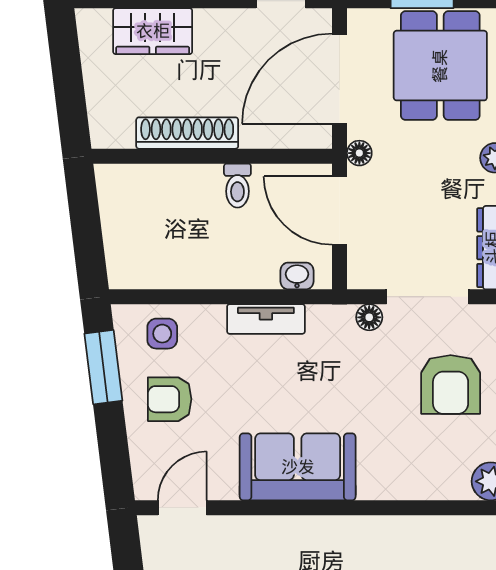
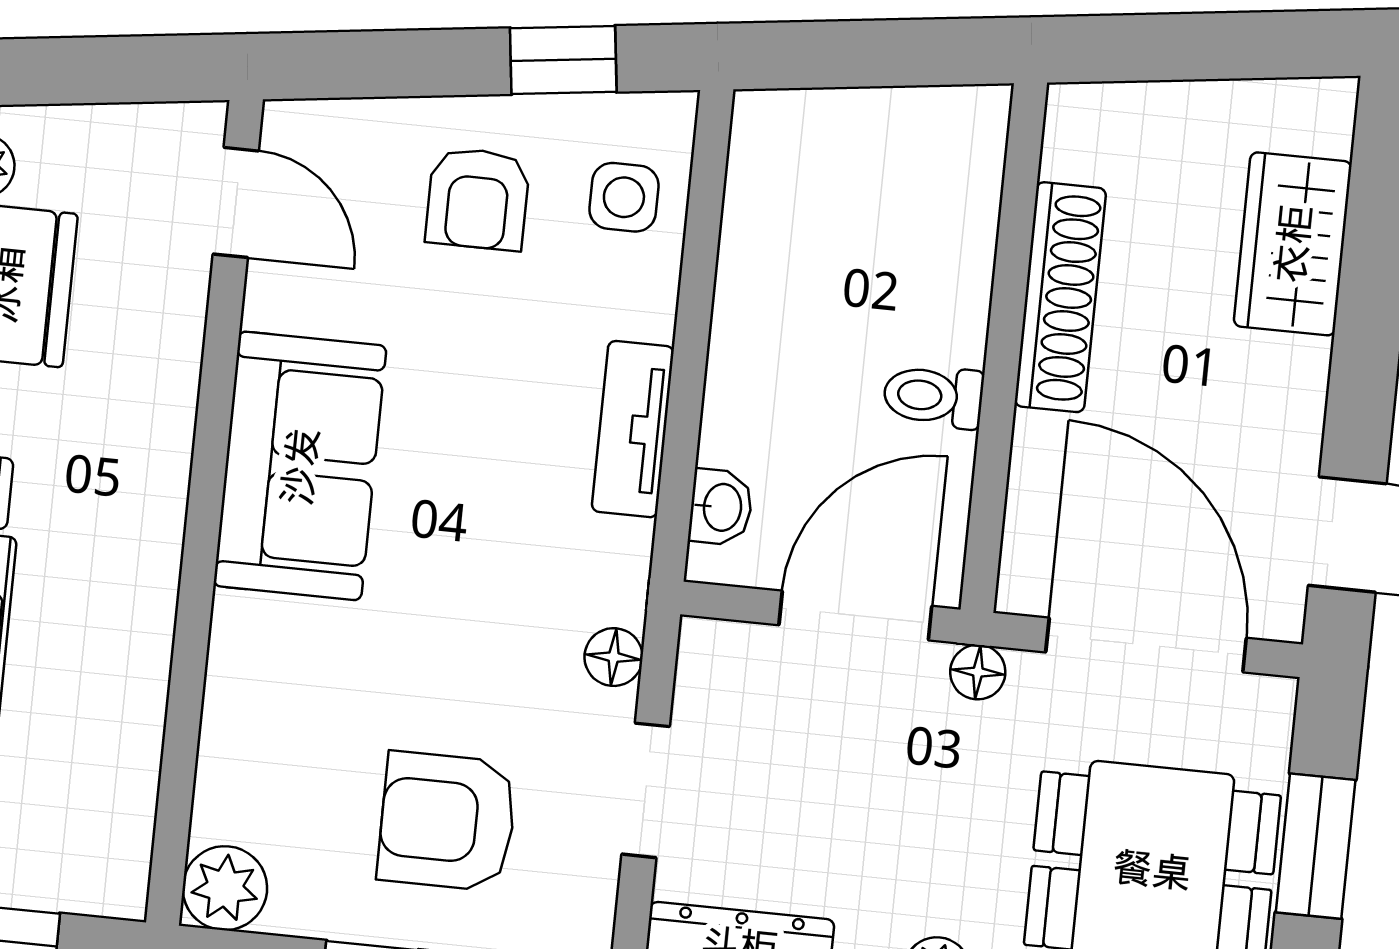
doorway: (428, 297) -> (646, 790), width x0.73
window: (103, 367) -> (563, 60), width x0.67
armchair: (170, 399) -> (478, 199), turned 180

